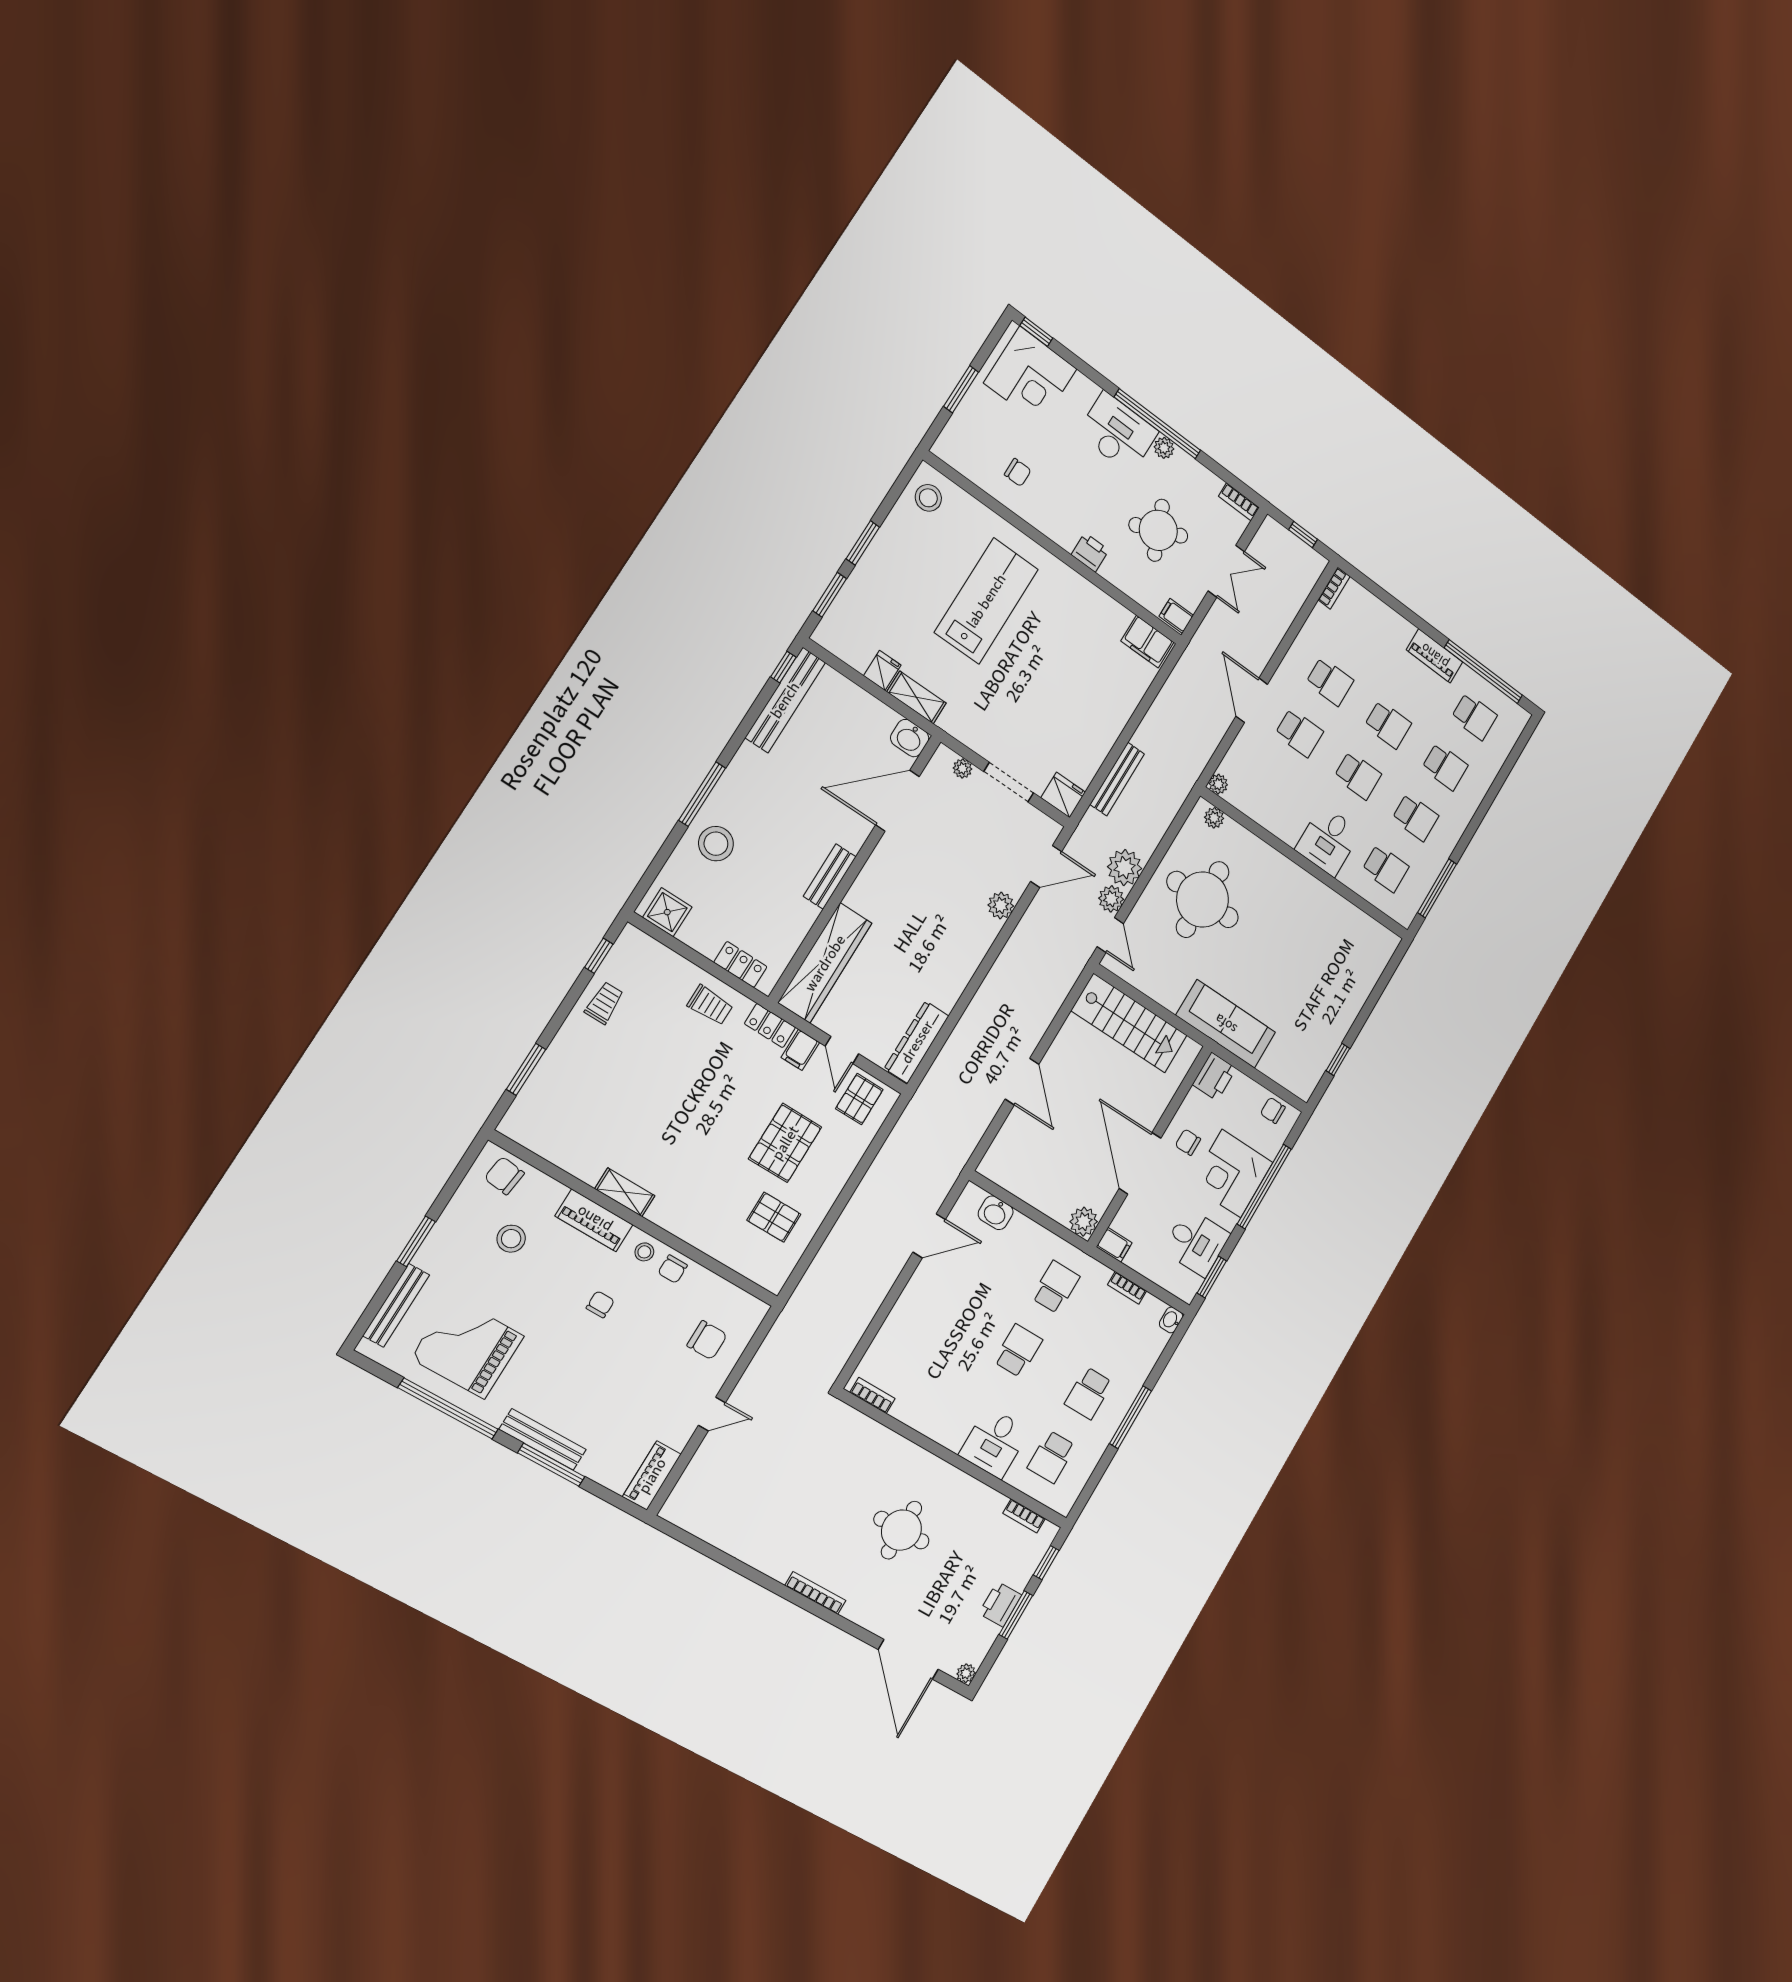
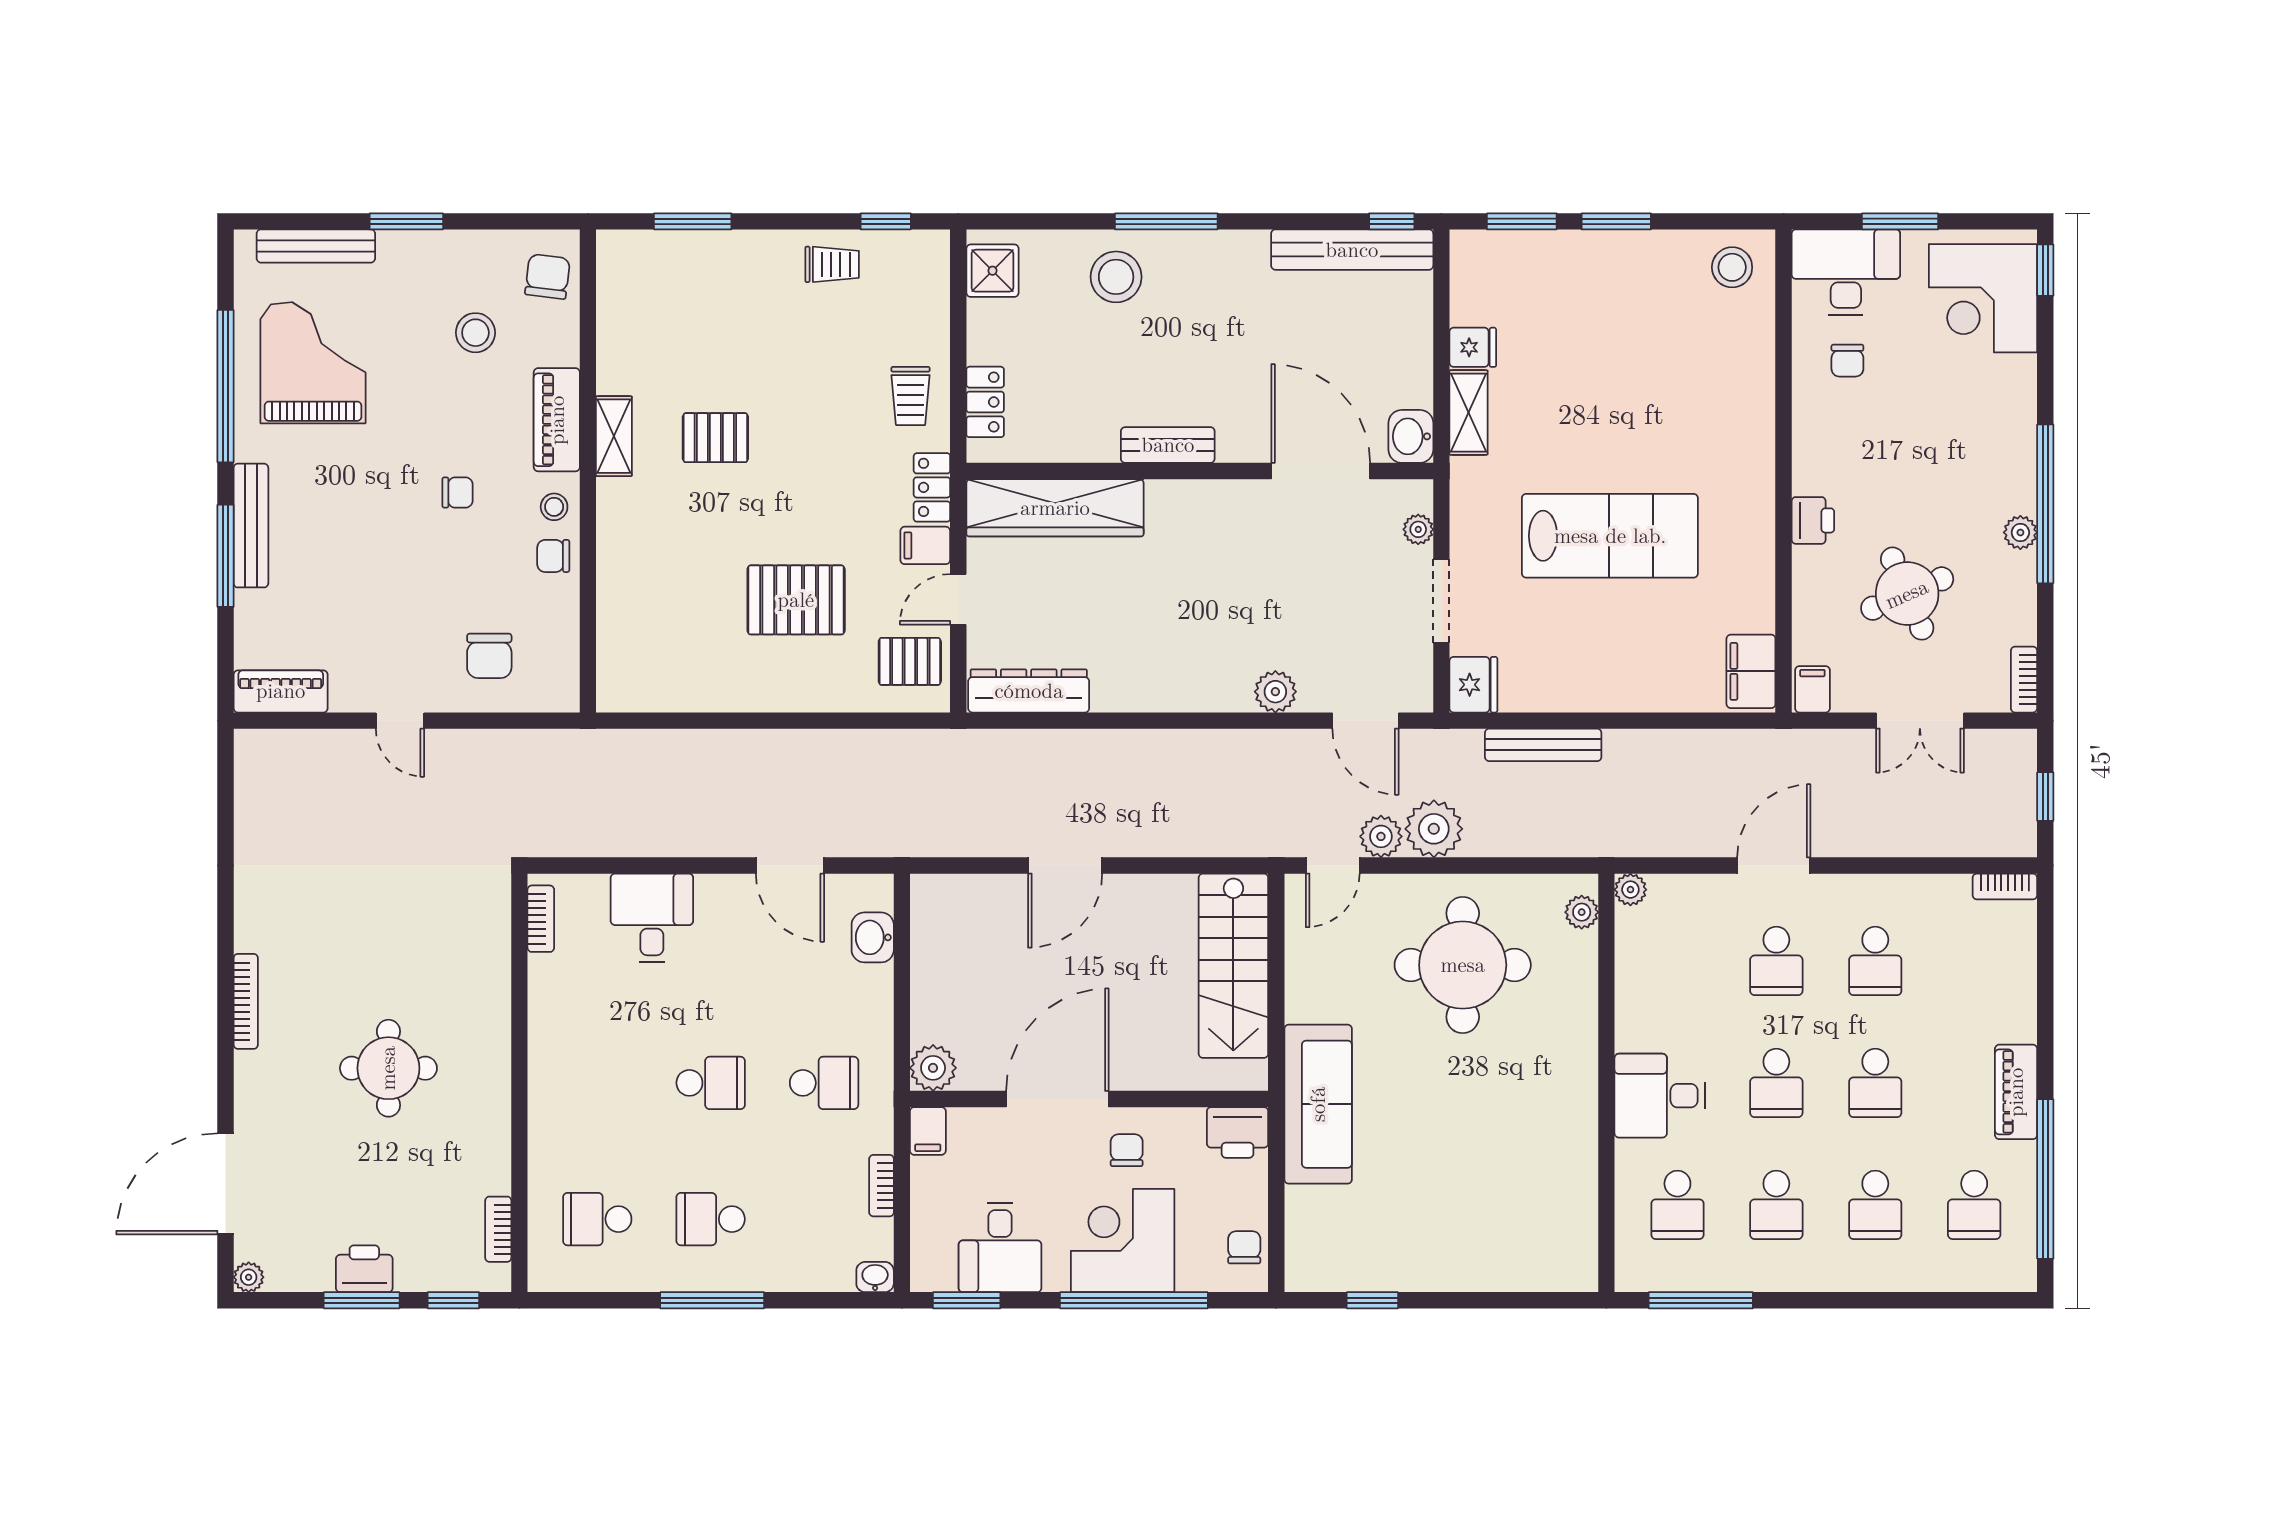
desk: (1118, 433) -> (1846, 272), moved, turned -90
lab bench: (986, 601) -> (1610, 536), moved
pallet: (774, 1217) -> (715, 438), moved, turned 90
desk: (994, 1443) -> (652, 918), moved, turned 90

